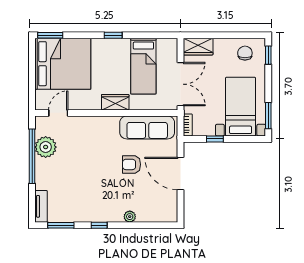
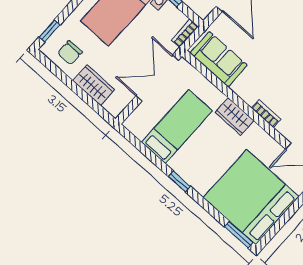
wardrobe: (198, 47) -> (94, 85), moved
bookcase: (98, 120) -> (266, 114), added
sofa: (147, 127) -> (219, 59), width x0.73
armchair: (132, 164) -> (272, 44), removed

